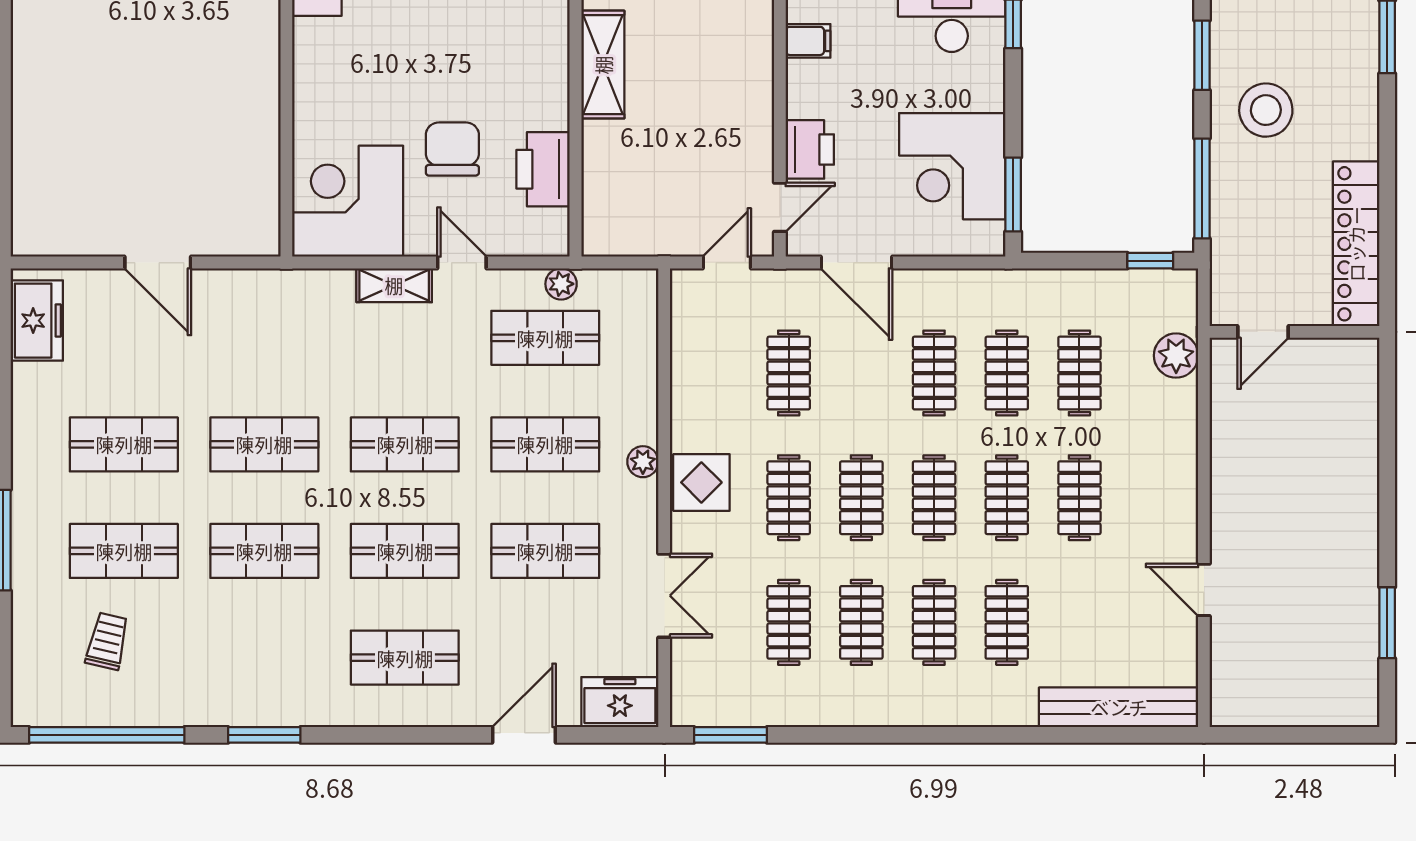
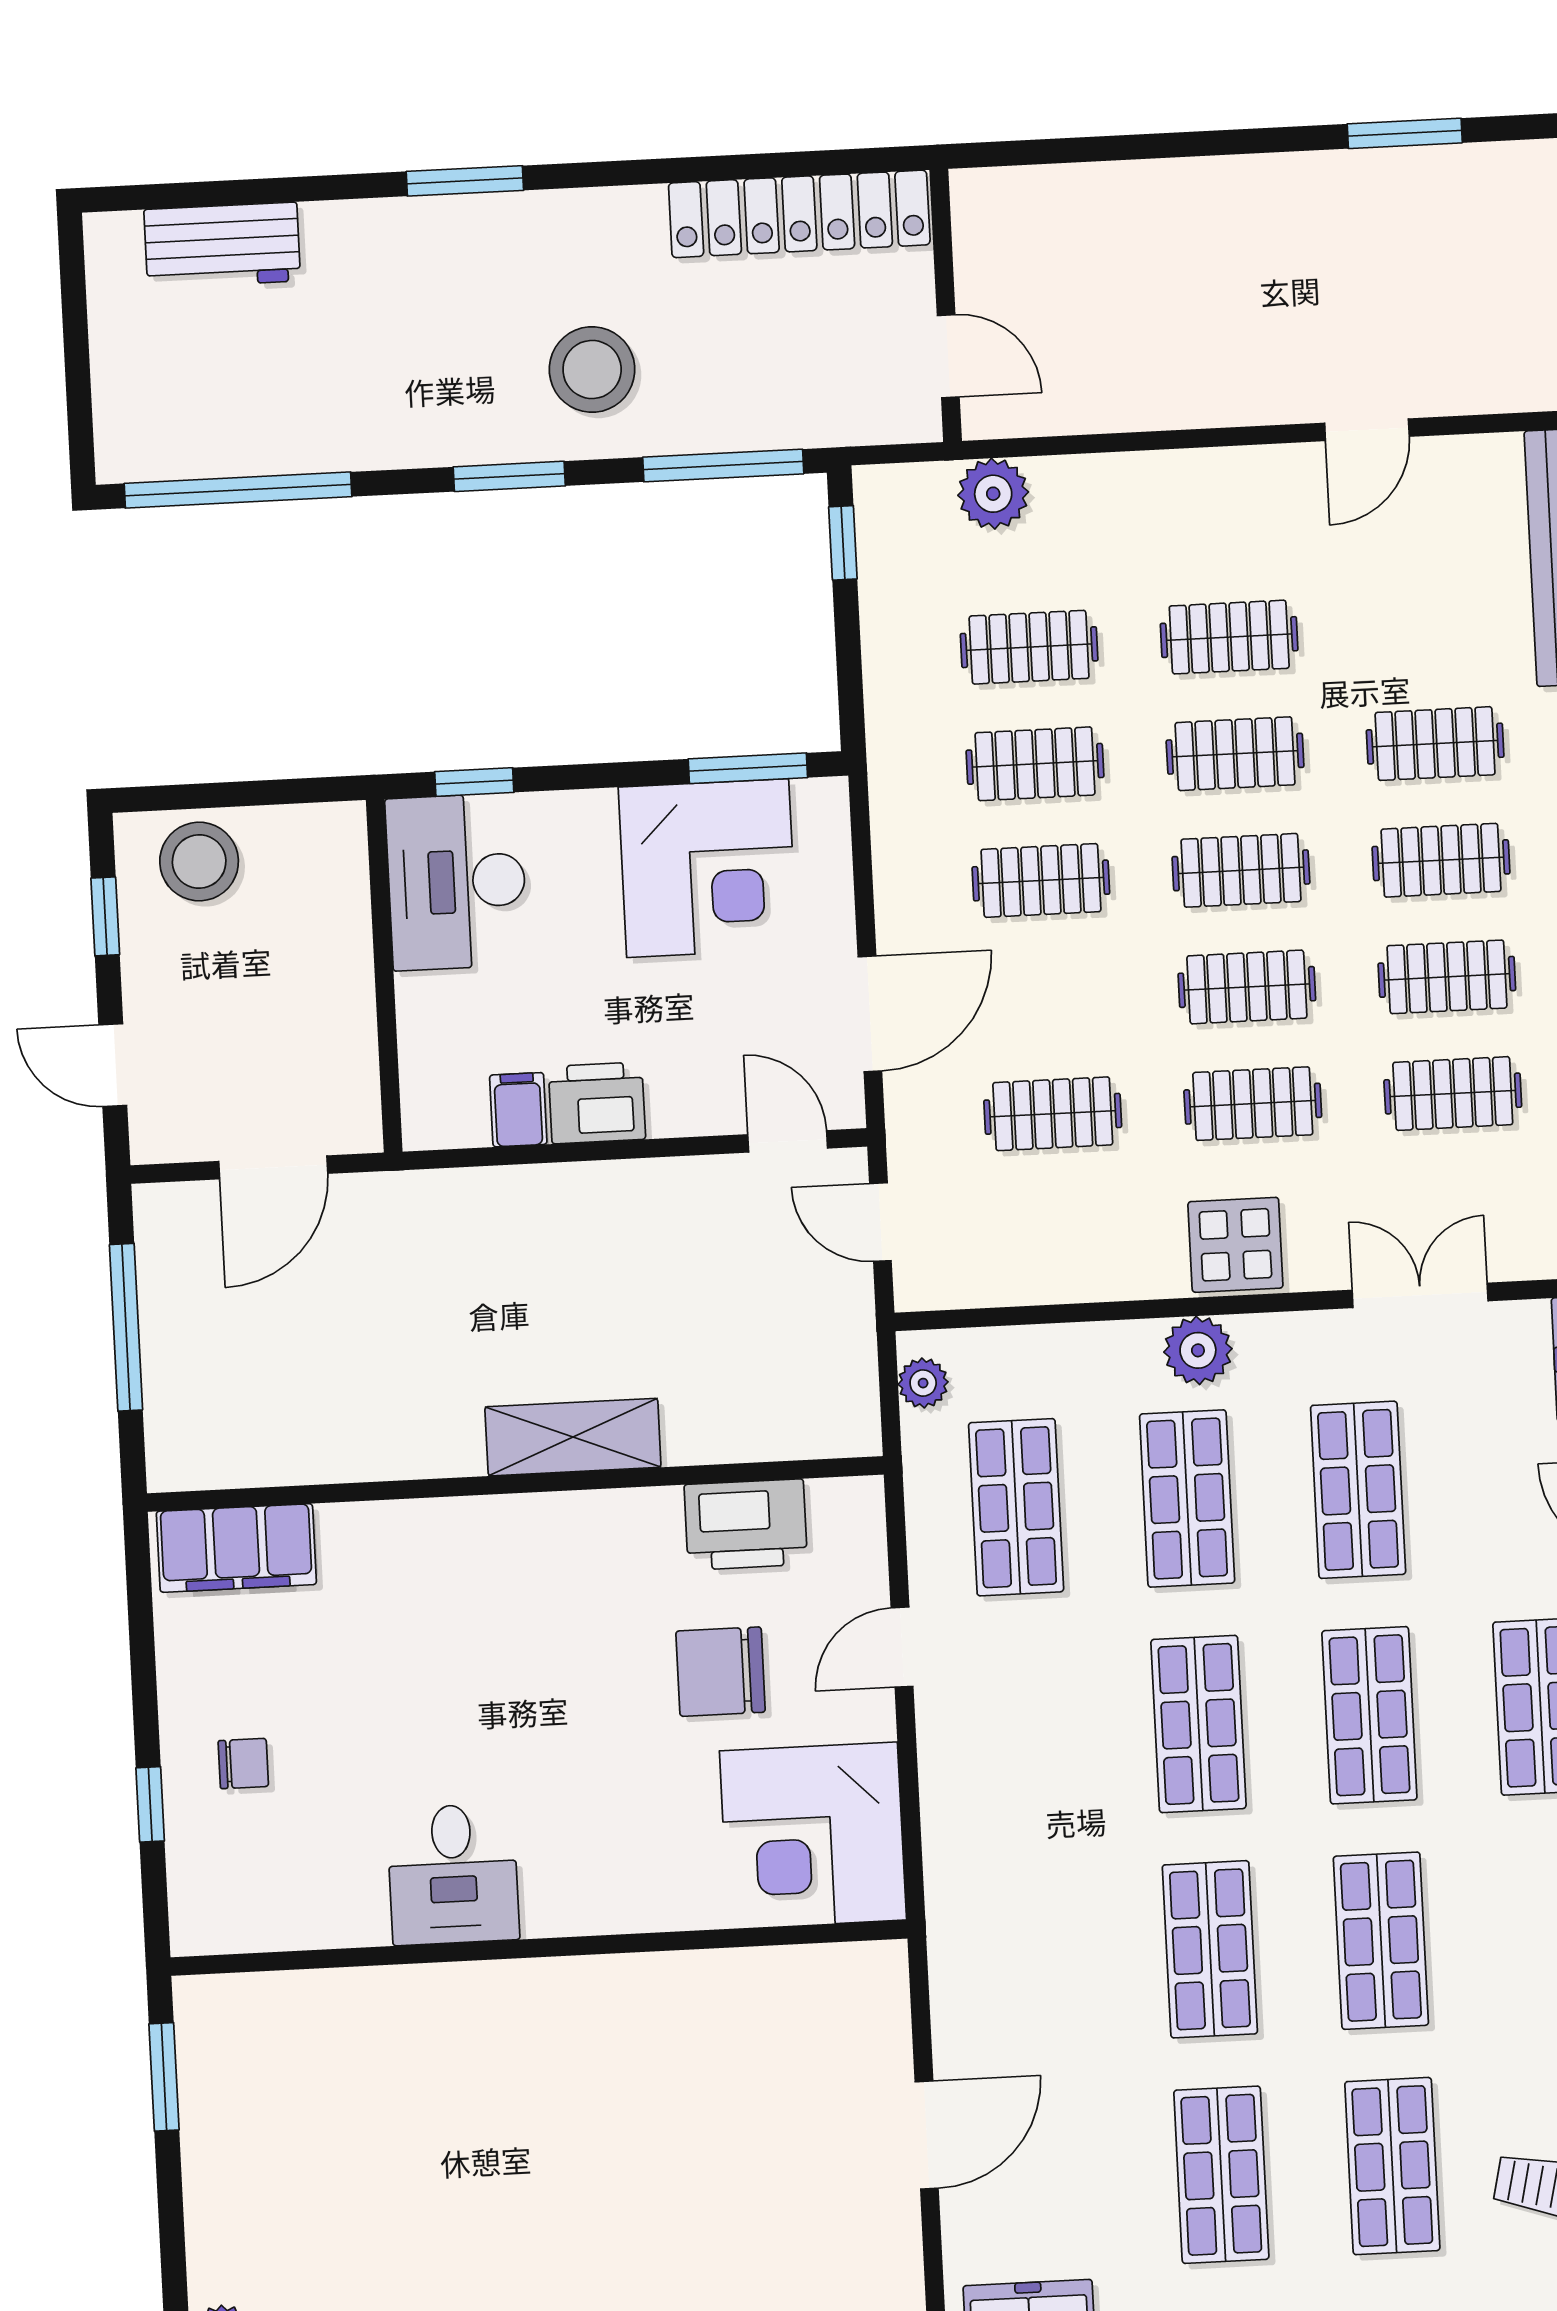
printer: (810, 149) -> (597, 1103), moved
plant: (561, 284) -> (923, 1383), moved
shelving: (394, 285) -> (944, 1754), removed
plant: (643, 462) -> (1198, 1350), width x1.38, depth x1.38

